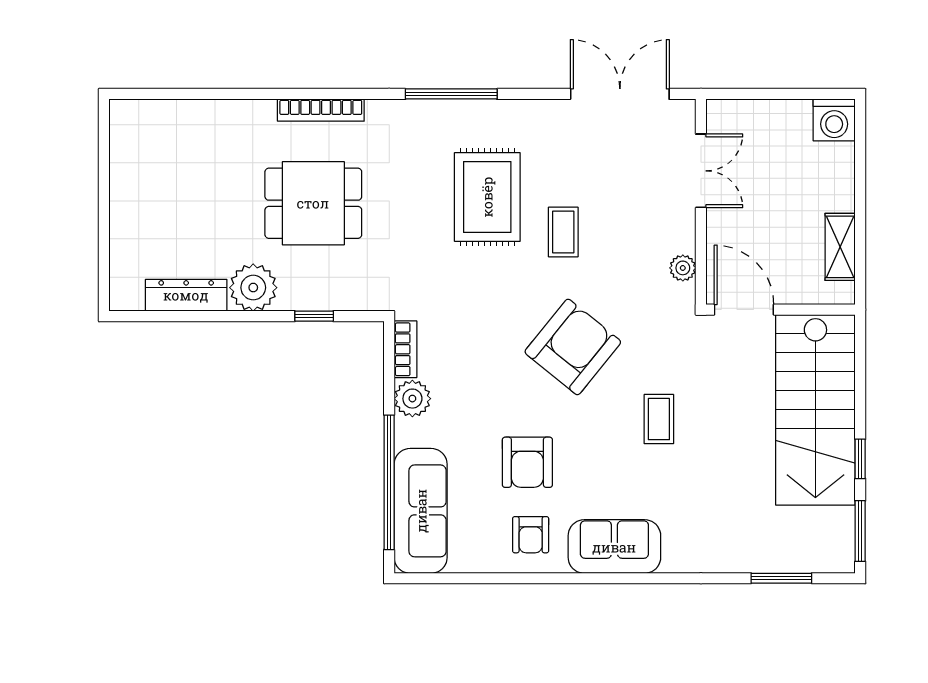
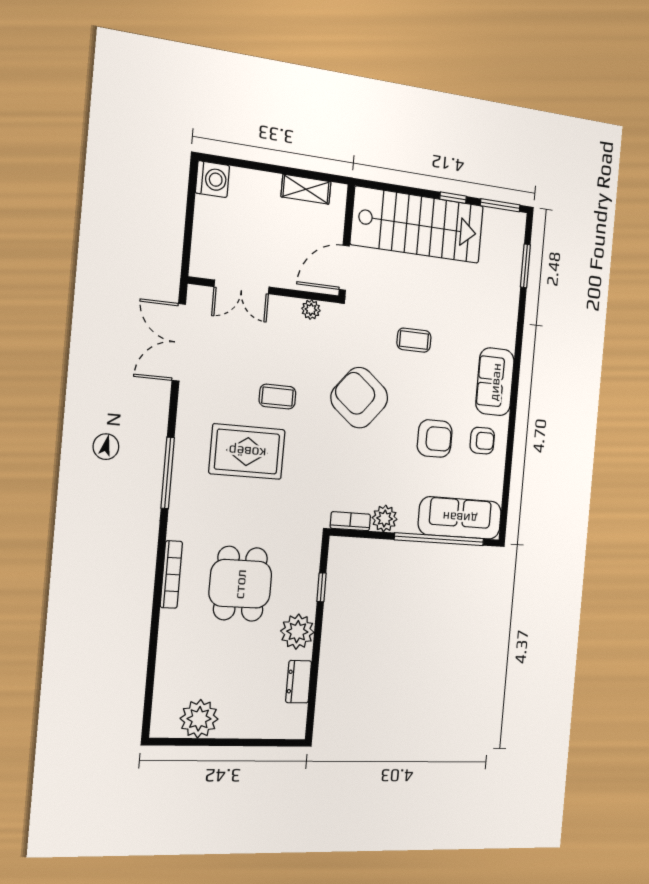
plant: (134, 163) -> (199, 719), added
double door: (701, 171) -> (242, 287), swing flipped
dresser: (186, 295) -> (299, 682), width x0.70

